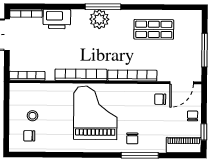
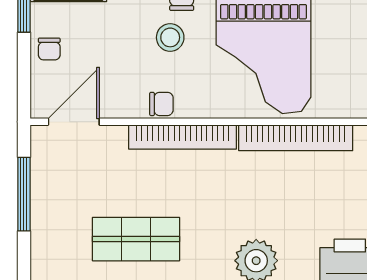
chair: (160, 99) -> (161, 104), moved
stool: (138, 121) -> (170, 37), added

